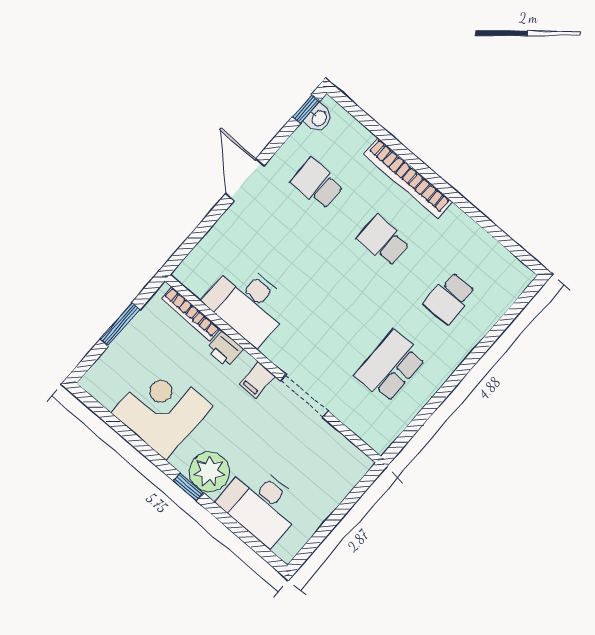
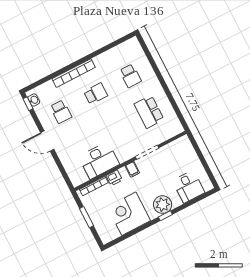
school desk: (317, 184) -> (61, 112), turned -90
school desk: (383, 241) -> (96, 94), turned 180
desk: (261, 504) -> (189, 187), width x0.73

